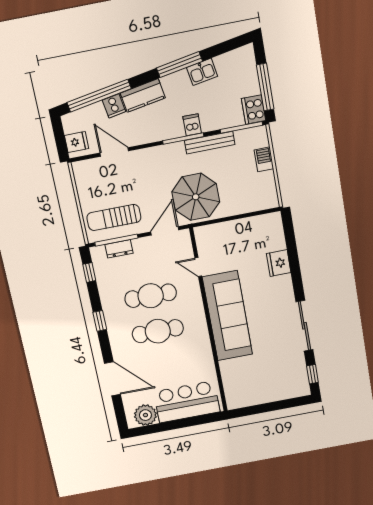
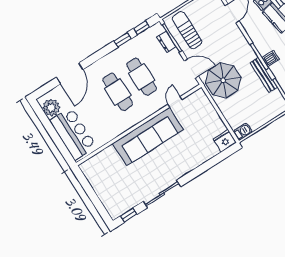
barbecue: (264, 159) -> (243, 132), moved
fridge: (279, 263) -> (225, 141), moved
window: (100, 321) -> (123, 40), moved

